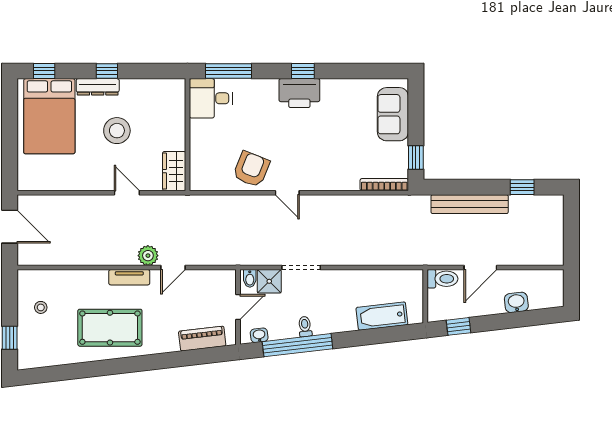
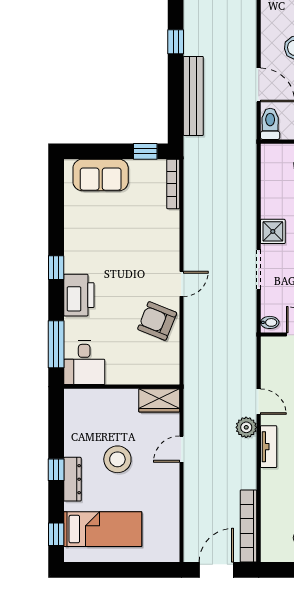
printer: (299, 93) -> (79, 295), moved
bed: (49, 116) -> (103, 529), width x0.67
bookcase: (52, 258) -> (248, 526), added
shower: (269, 281) -> (273, 231), moved

